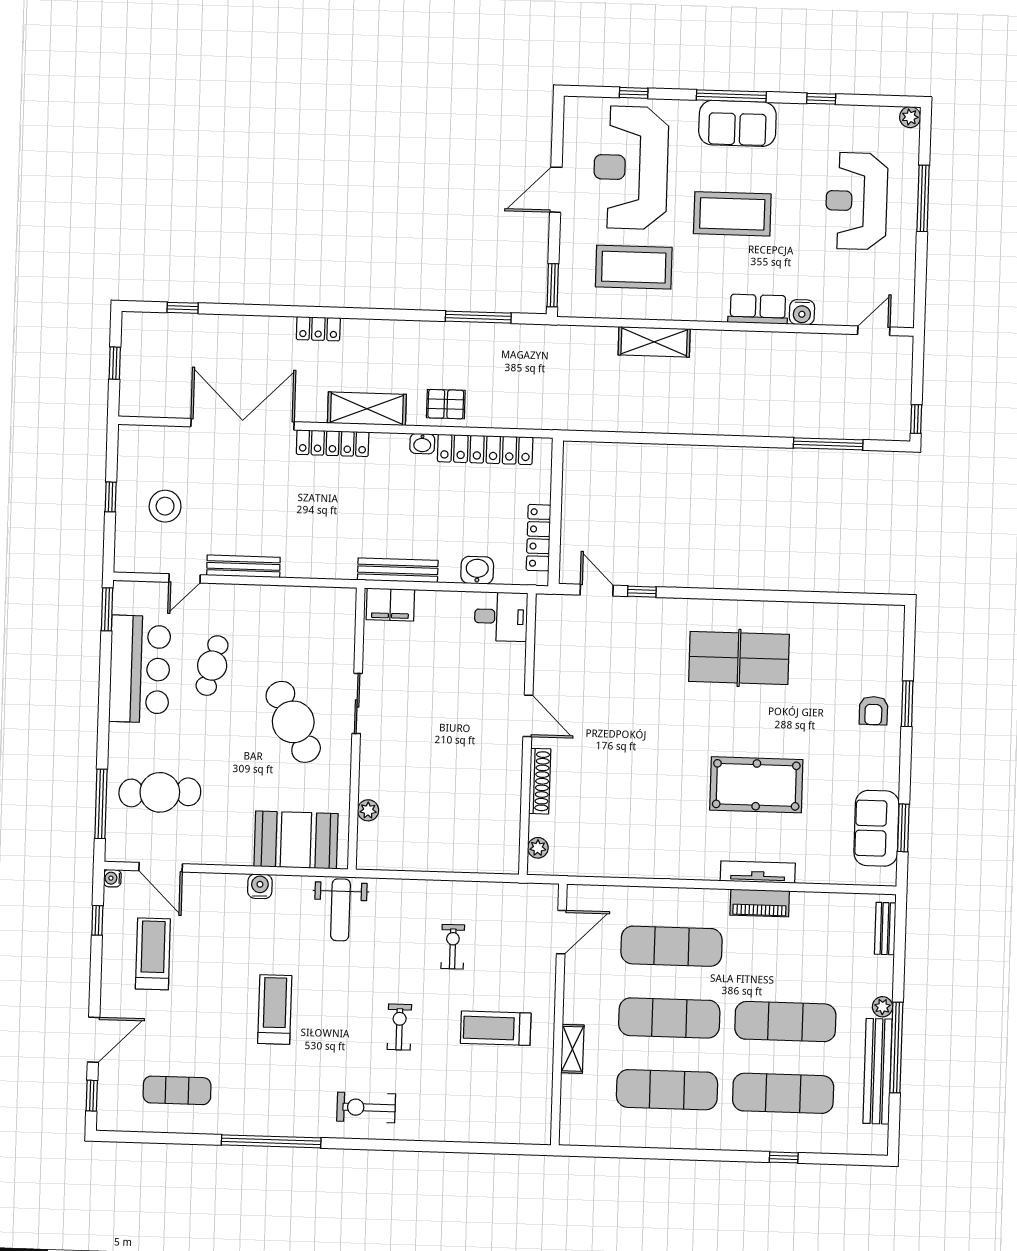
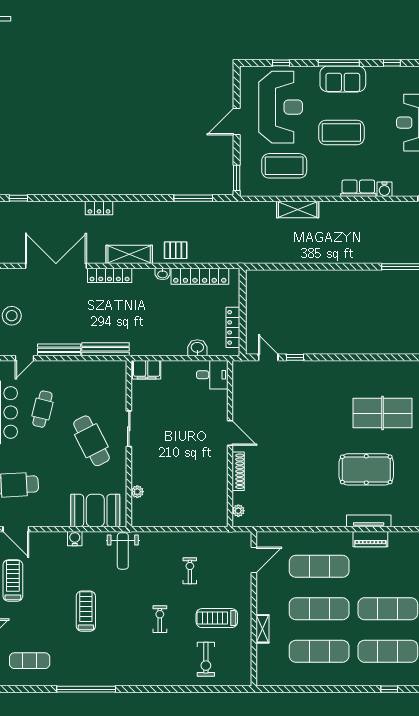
reception desk: (631, 168) -> (281, 107), turned 180
bench: (398, 570) -> (106, 349), moved
table tennis table: (739, 658) -> (382, 413), moved
exercise bike: (366, 1107) -> (206, 659), moved, turned -90

